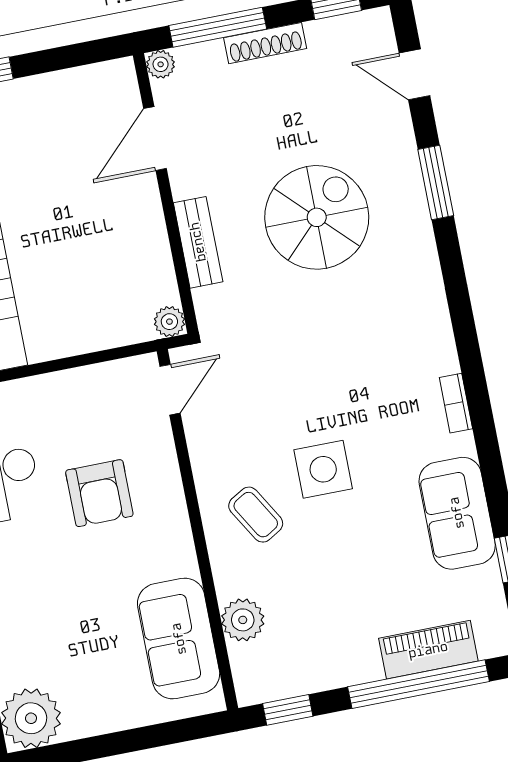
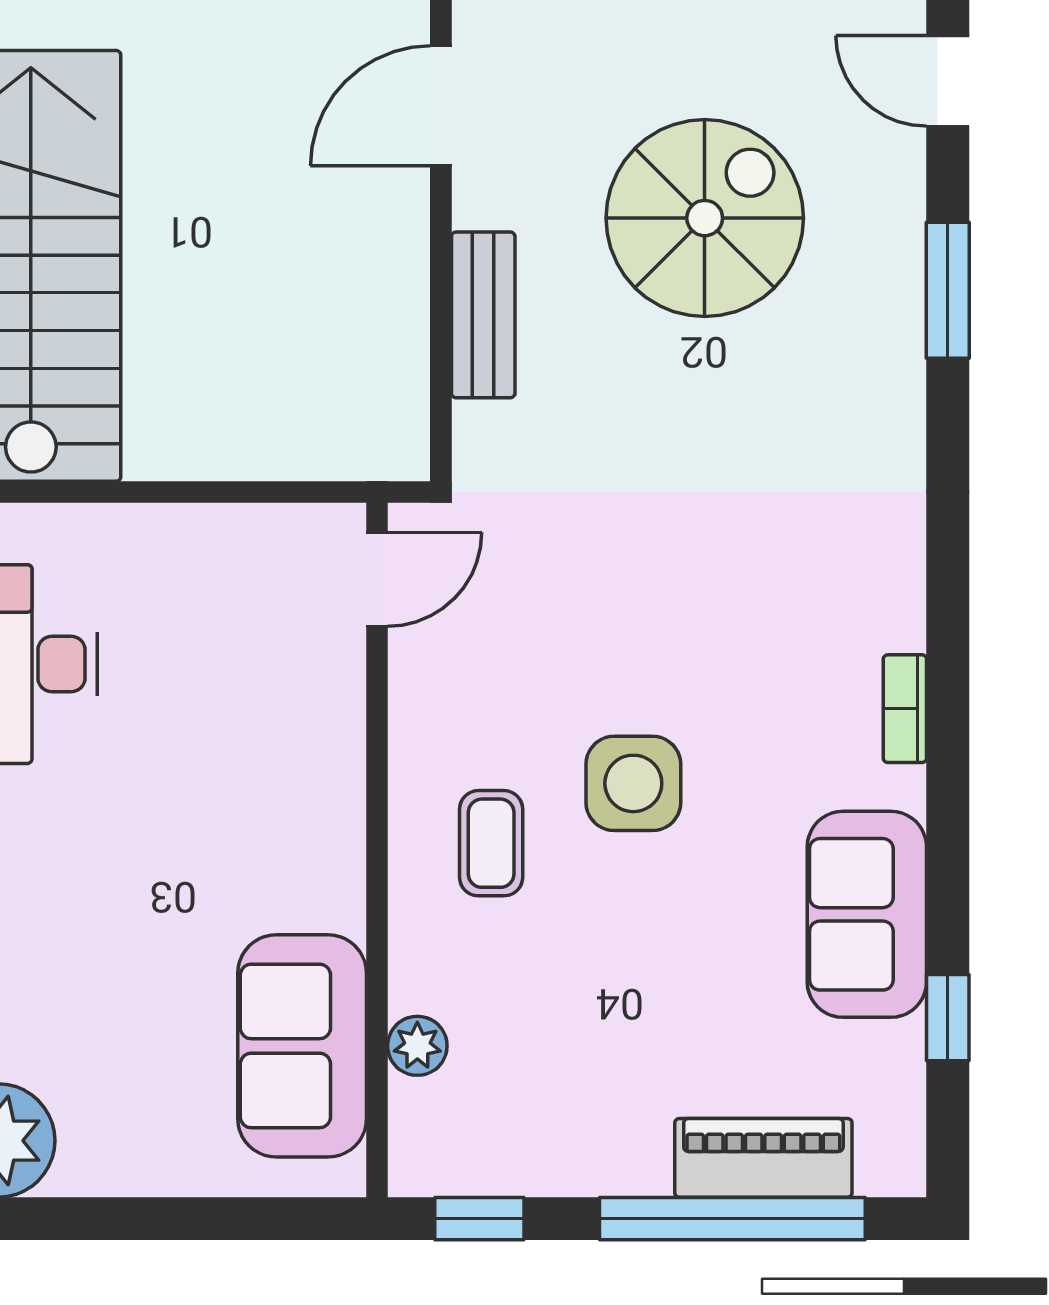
spiral stairs: (317, 217) -> (705, 218), moved
plant: (169, 322) -> (401, 452), removed
armchair: (99, 493) -> (208, 746), removed
coffee table: (256, 515) -> (491, 843), turned 31
plant: (243, 620) -> (417, 1046), width x0.73, depth x0.73

